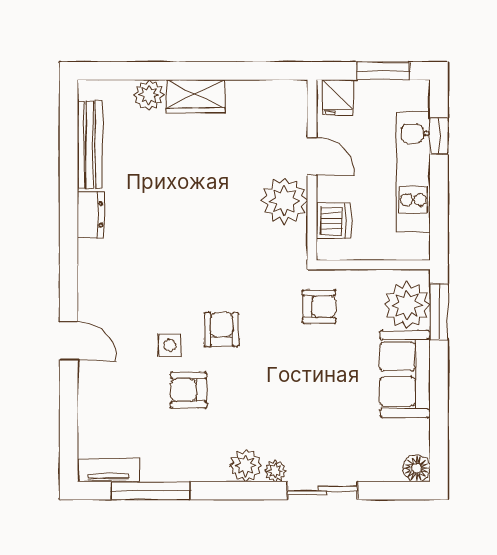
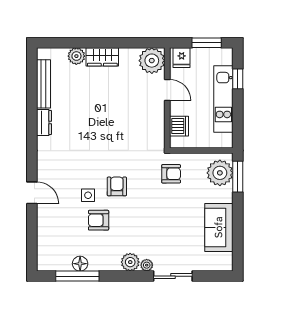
plant: (284, 201) -> (152, 61), moved
sofa: (405, 374) -> (219, 227), moved
floor lamp: (417, 468) -> (80, 264), moved
tv unit: (109, 470) -> (54, 265), removed

